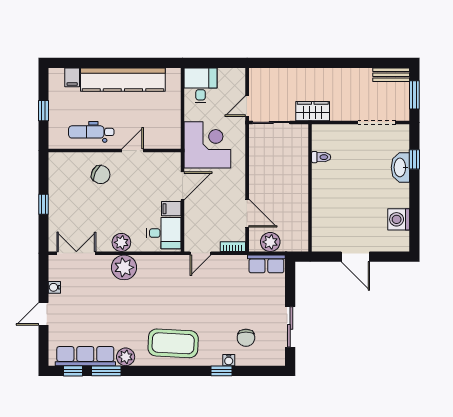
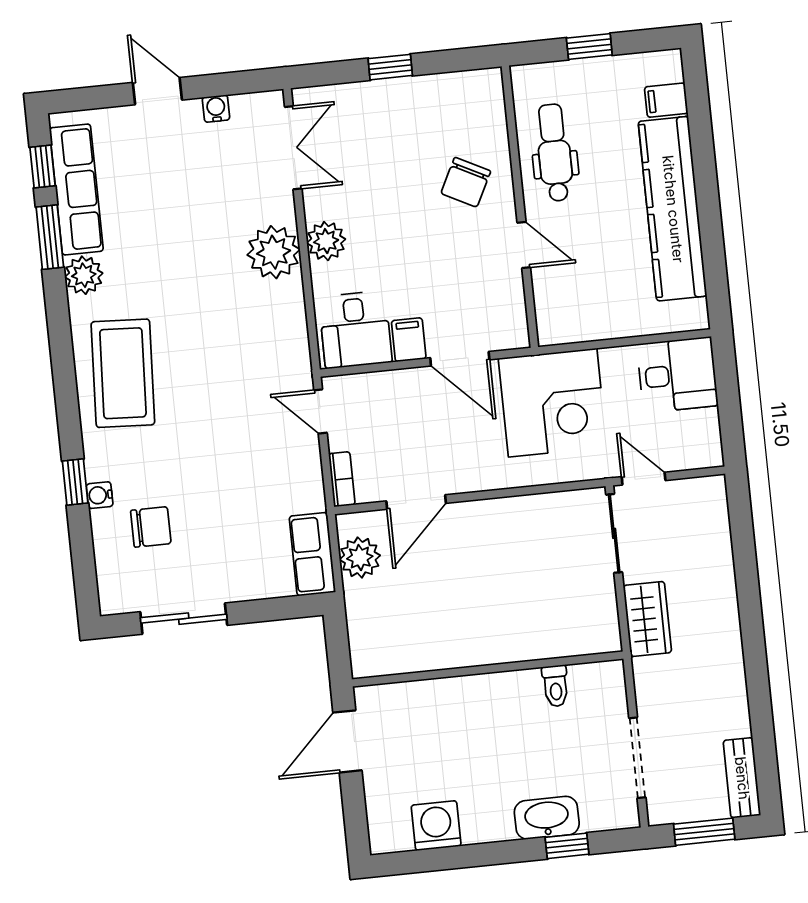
toilet: (321, 157) -> (555, 686), moved
wall: (310, 188) -> (488, 669), moved
chair: (246, 338) -> (151, 527), turned 180

